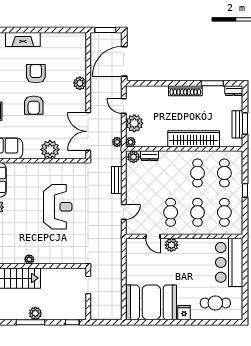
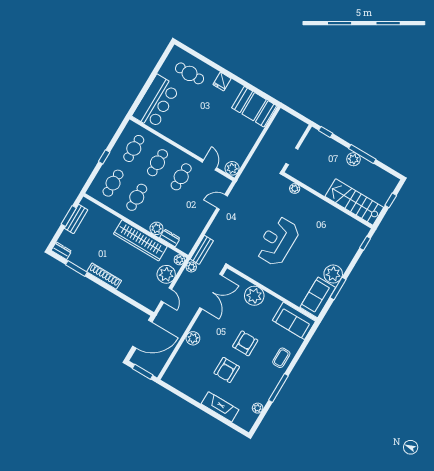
wardrobe: (194, 139) -> (140, 240), moved
plant: (134, 157) -> (156, 228), moved
bench: (117, 180) -> (202, 250), moved
plant: (171, 245) -> (232, 168), moved
plant: (29, 259) -> (295, 189), moved
booth: (151, 302) -> (254, 107), width x0.73, depth x0.70

